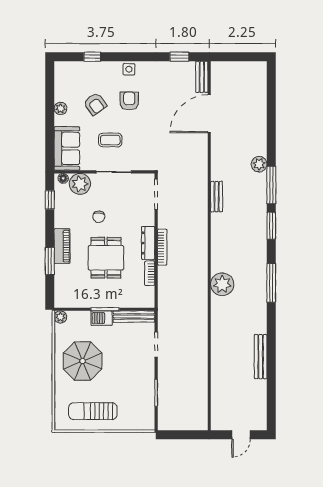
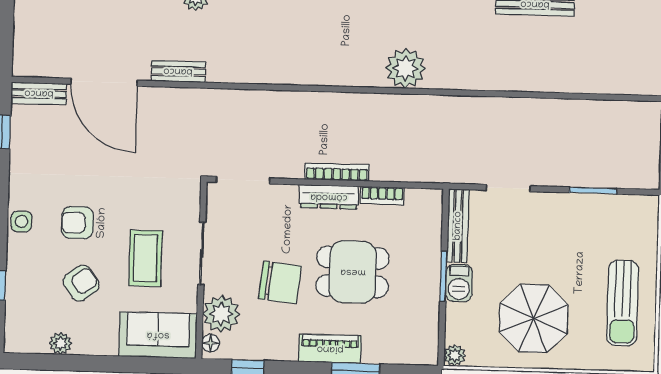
plant: (61, 108) -> (60, 343), moved
coffee table: (110, 140) -> (145, 258), width x1.36, depth x1.30
bench: (217, 197) -> (178, 71), moved
chair: (99, 217) -> (280, 282), width x1.87, depth x1.87

